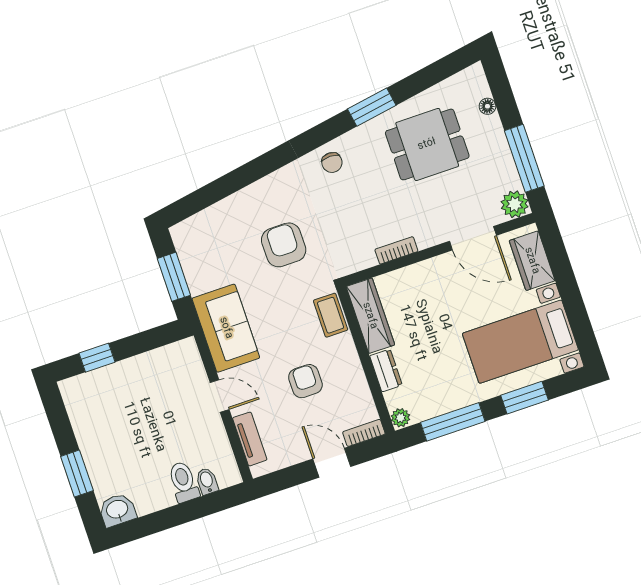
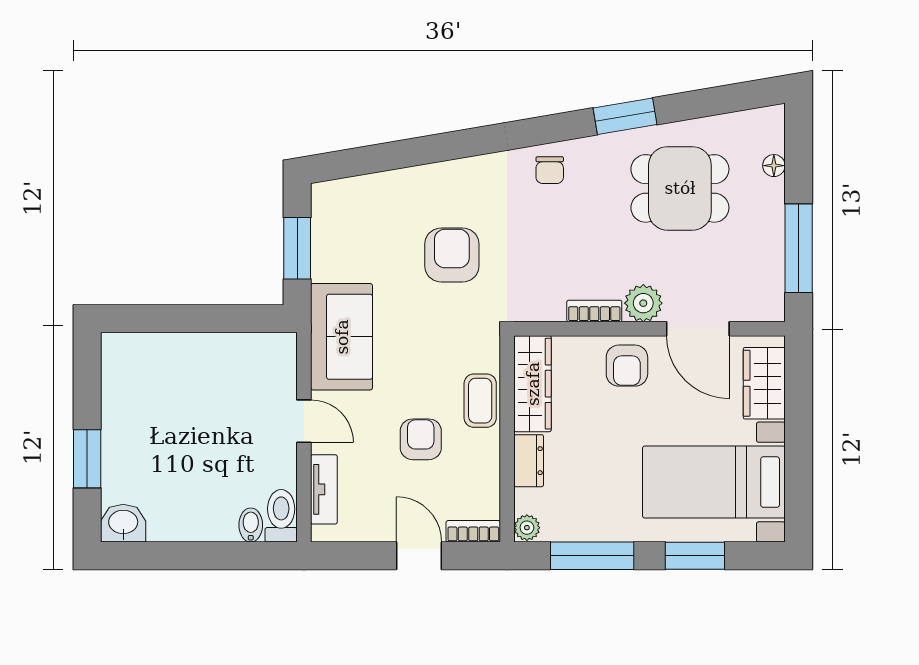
plant: (515, 204) -> (643, 303), moved
armchair: (432, 281) -> (627, 366), added
coffee table: (331, 315) -> (480, 401), moved
window: (97, 358) -> (163, 319), removed
toilet: (184, 482) -> (281, 516), moved

